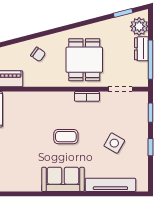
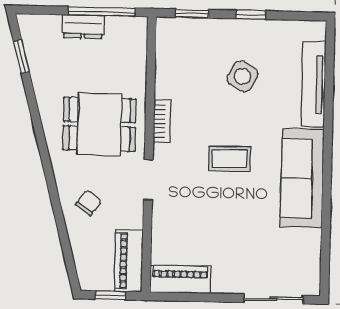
plant: (139, 26) -> (45, 29), removed
doorway: (120, 89) -> (148, 180), moved
coffee table: (66, 137) -> (230, 159), turned 90
sofa: (63, 179) -> (302, 178), width x1.36

